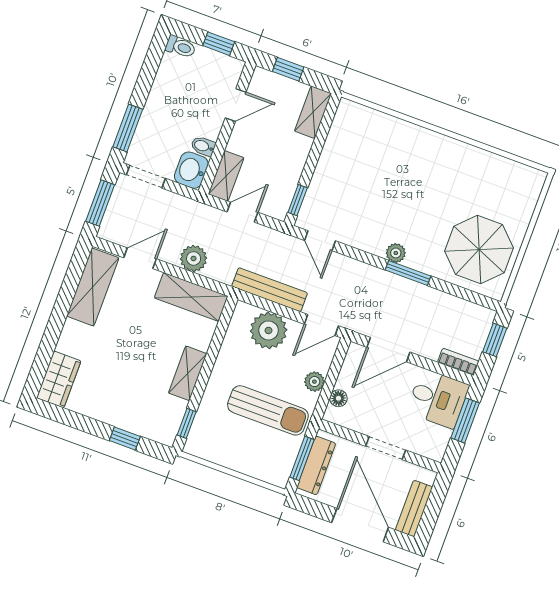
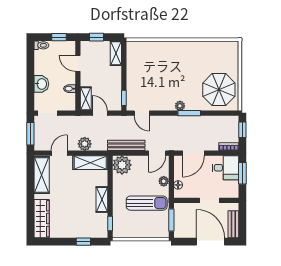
door: (236, 105) -> (78, 63), swing flipped
window: (128, 128) -> (30, 93), removed
washbasin: (191, 170) -> (41, 84), moved, turned 180
door: (242, 212) -> (100, 113), hinge flipped
plant: (269, 330) -> (122, 165), moved
wardrobe: (59, 379) -> (42, 219), width x1.50
dresser: (316, 465) -> (179, 221), removed

